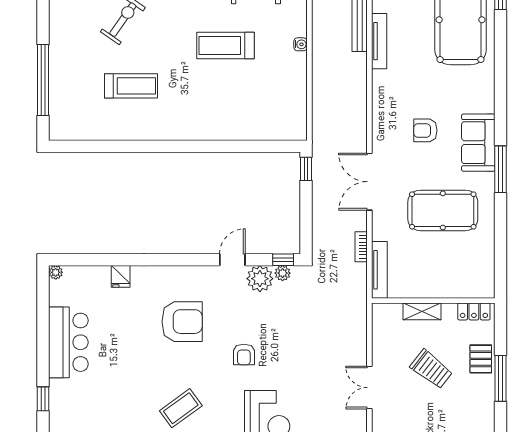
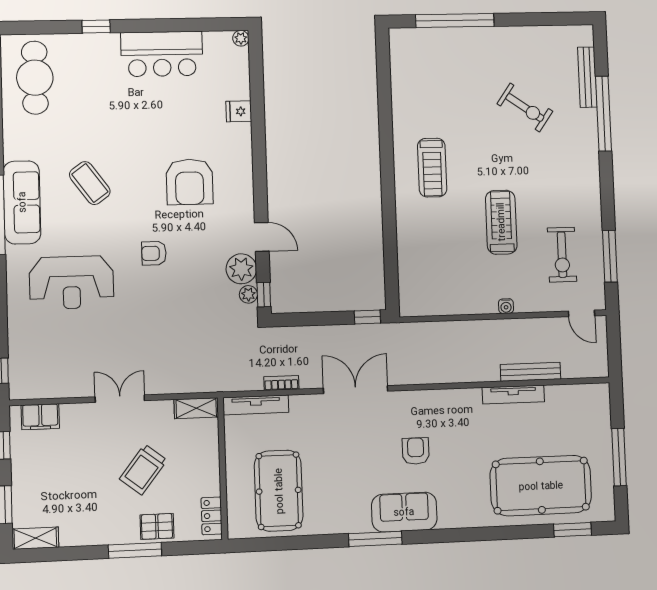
treadmill: (131, 86) -> (432, 168), moved
pool table: (443, 210) -> (279, 491), moved
shelving: (422, 311) -> (196, 408), moved, turned 90

